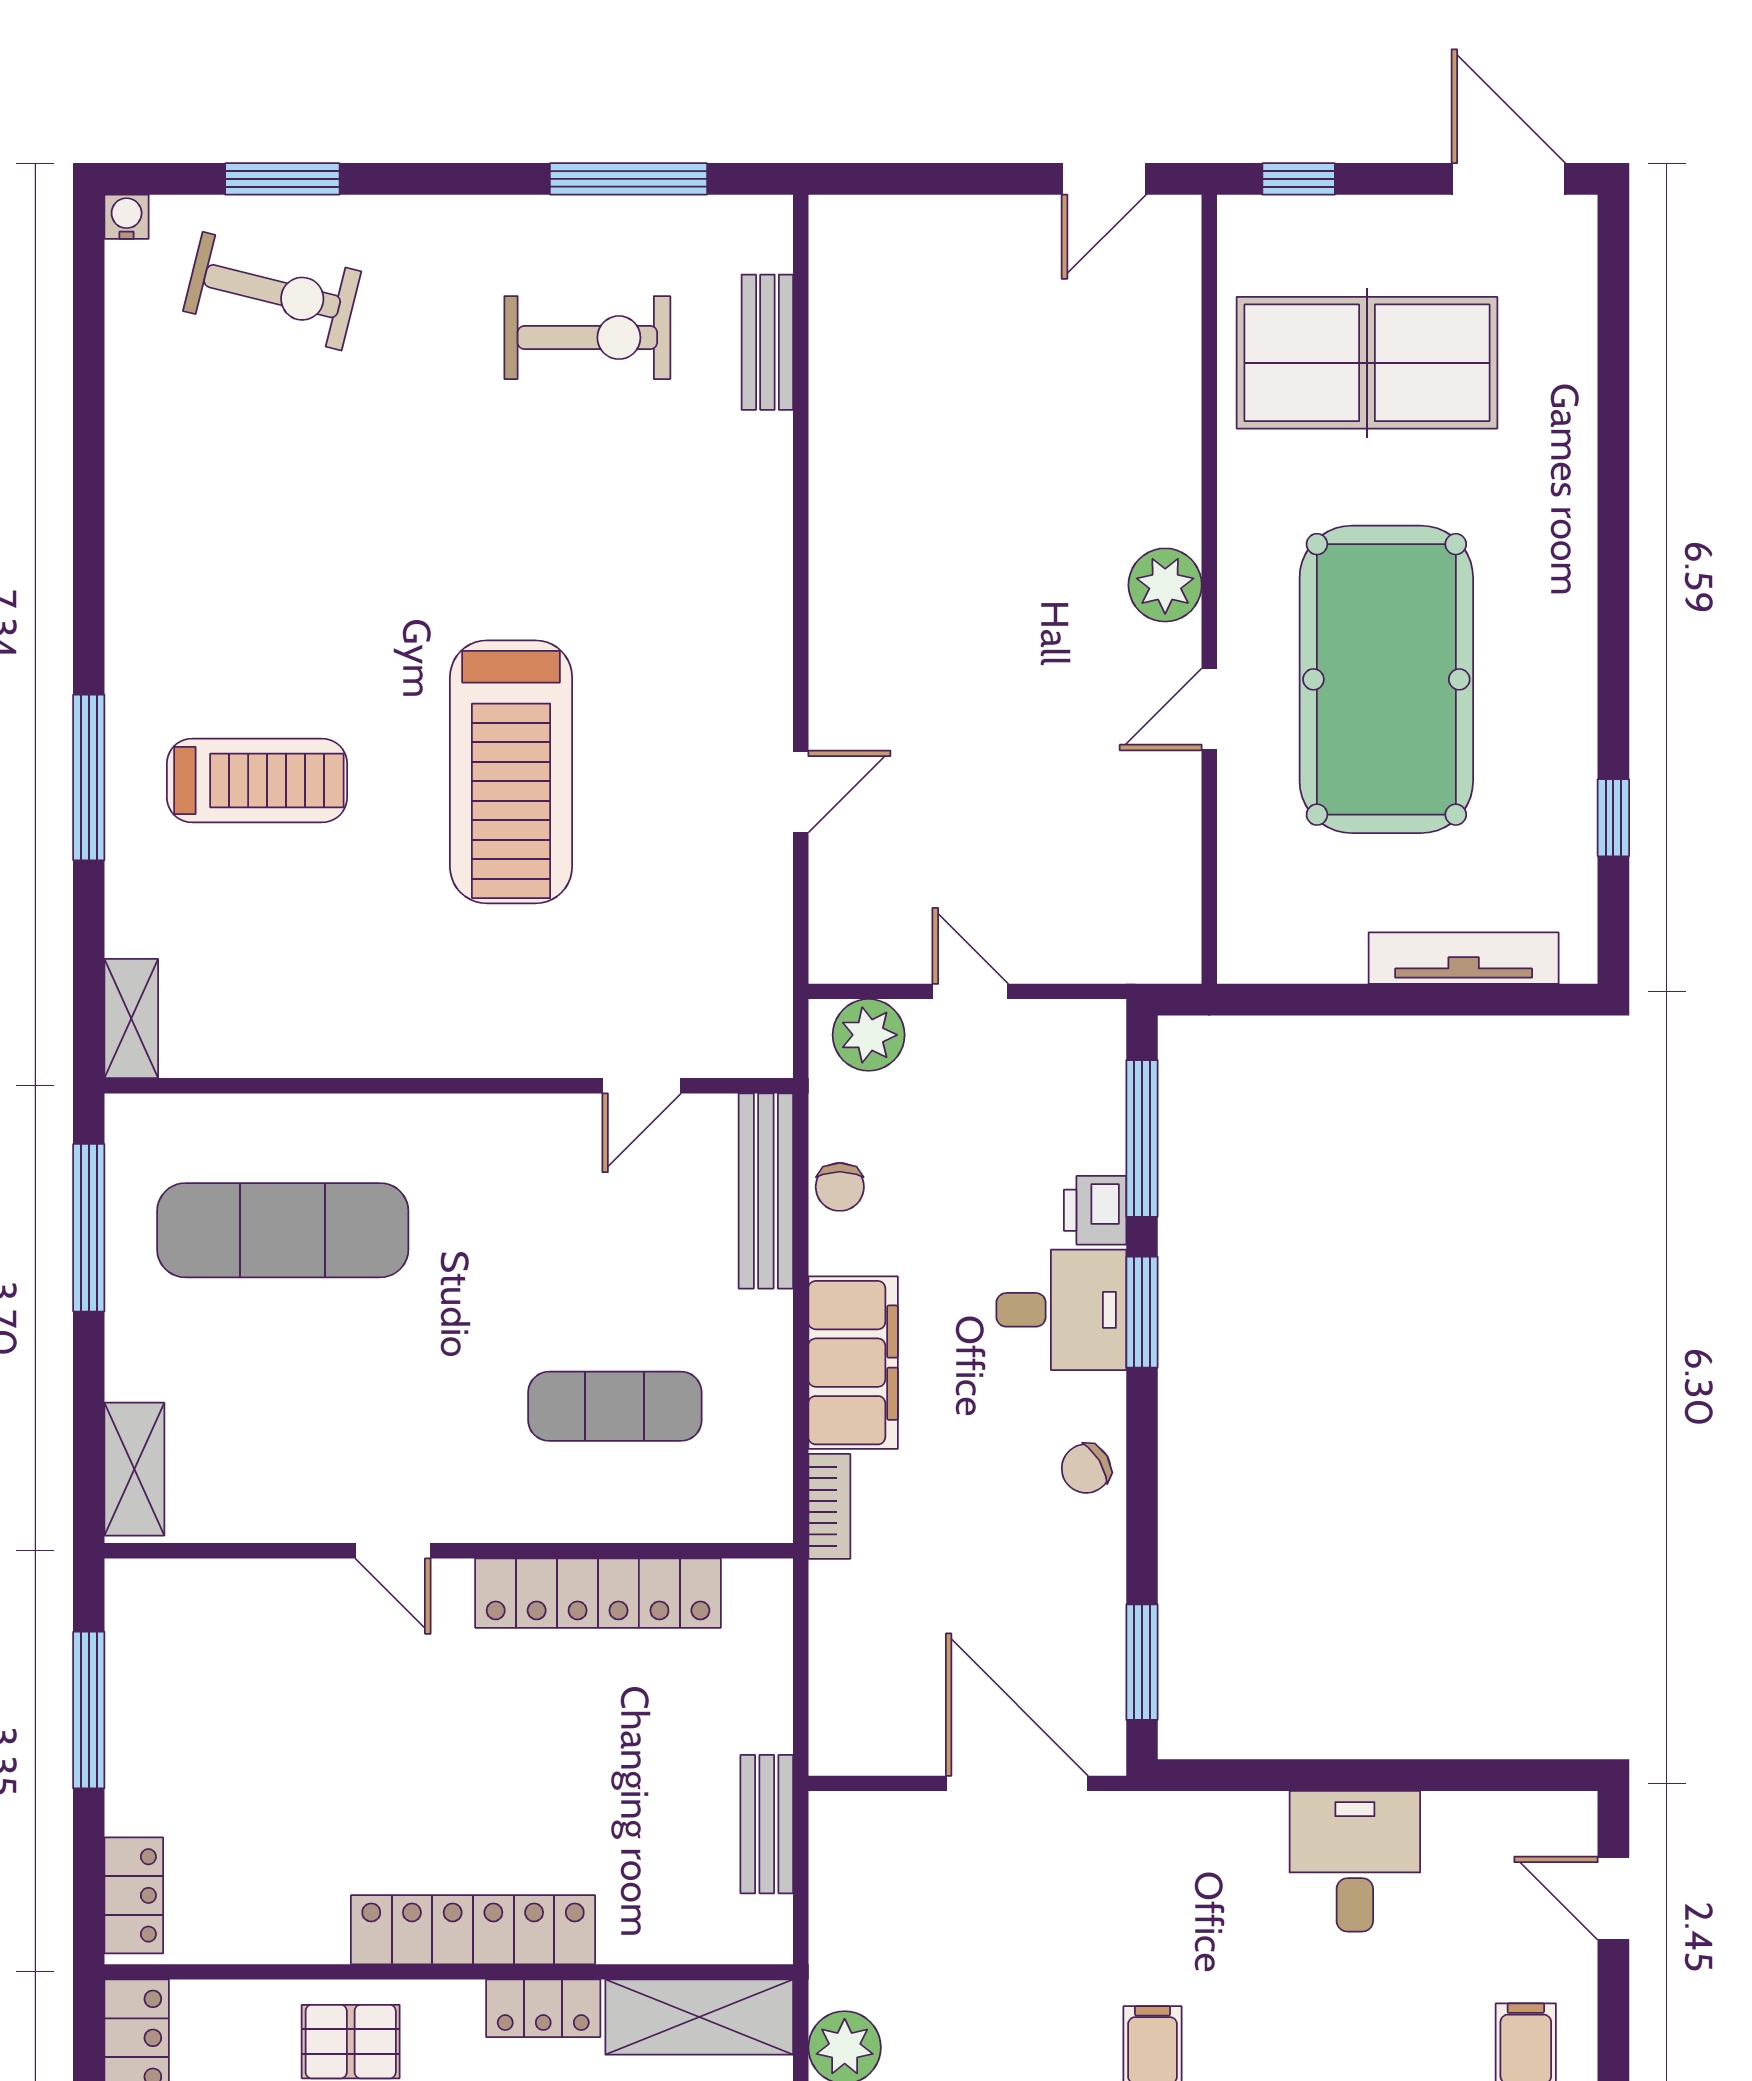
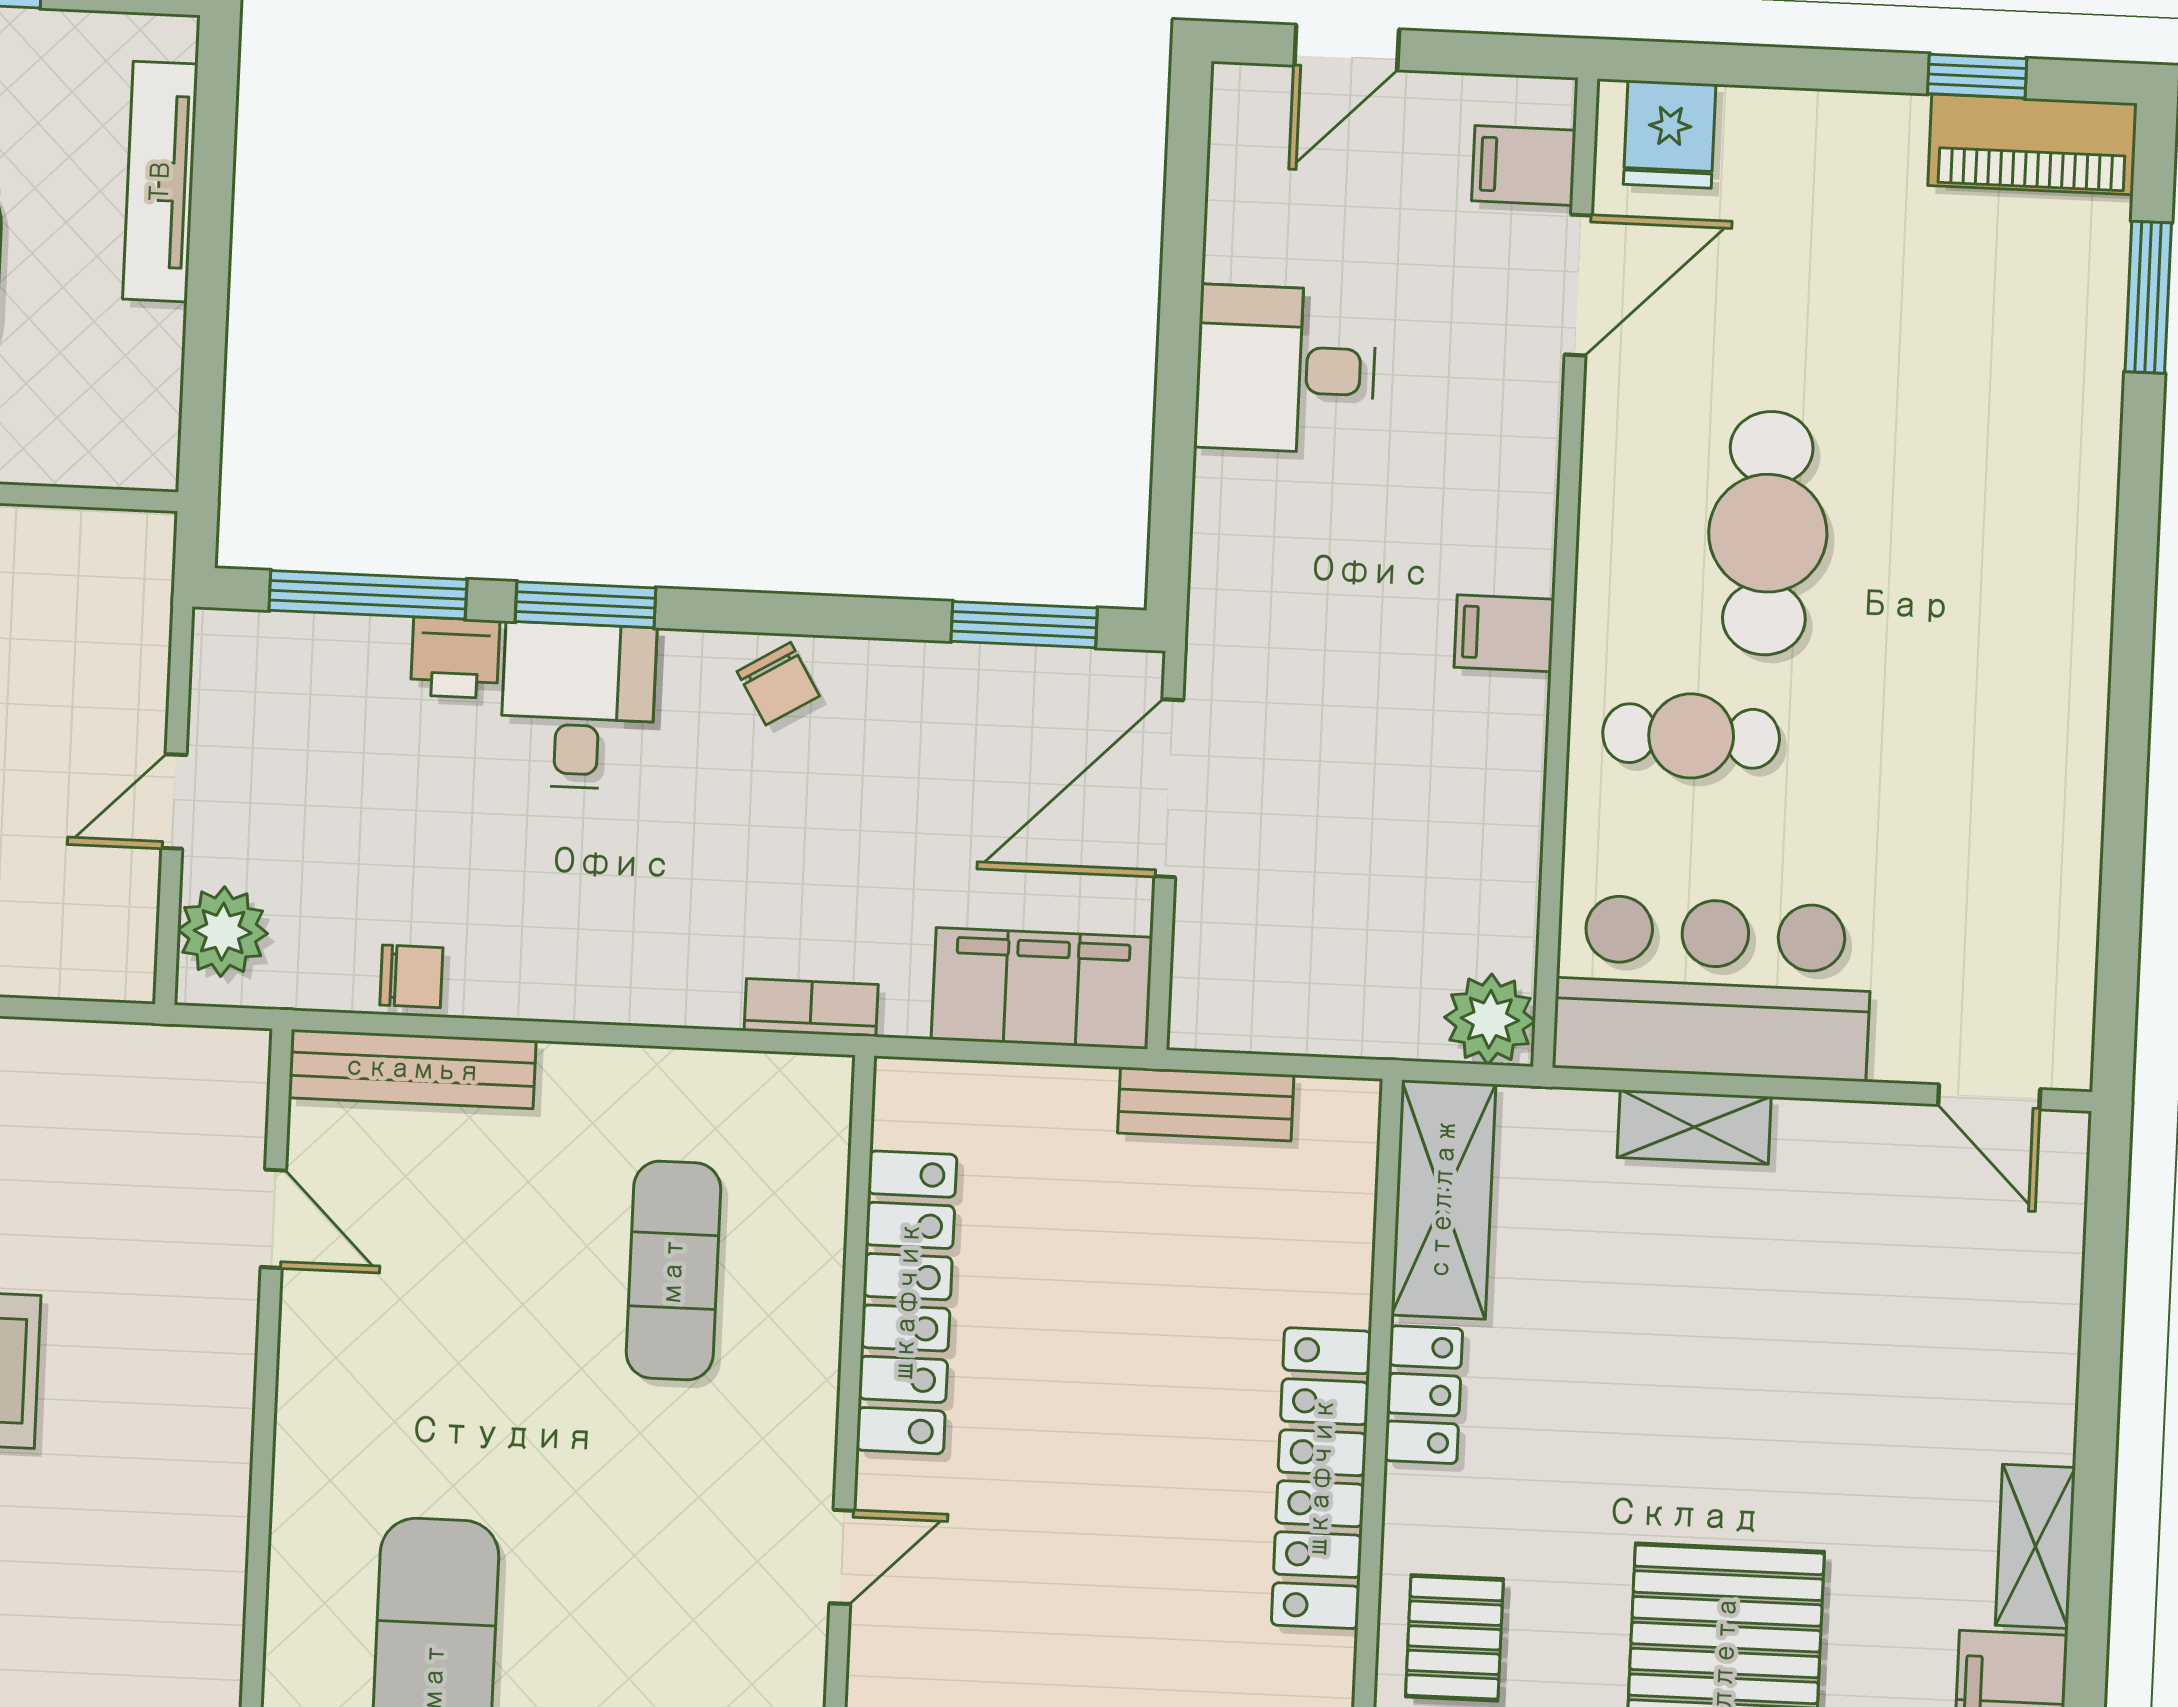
filing cabinet: (853, 1363) -> (1042, 988), moved

